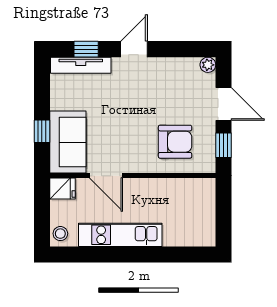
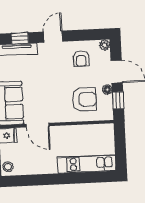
armchair: (173, 83) -> (81, 59), added
floor lamp: (209, 129) -> (107, 90), added
kitchen unit: (120, 235) -> (87, 164), moved

